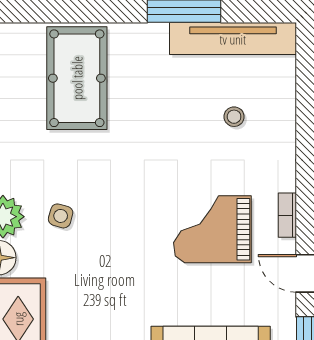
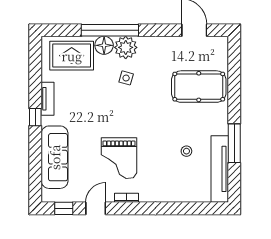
stool: (234, 117) -> (186, 151), moved
grand piano: (212, 229) -> (119, 158), turned 180

